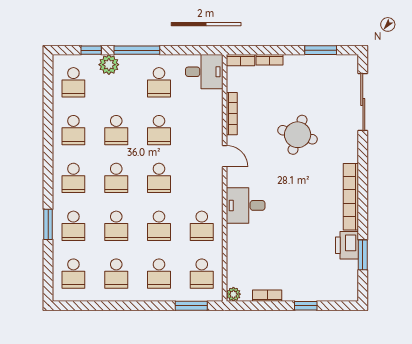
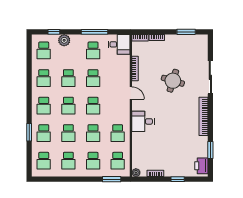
window: (137, 50) -> (94, 32), moved
sliding door: (363, 102) -> (210, 77), moved
printer: (347, 245) -> (201, 166), moved

